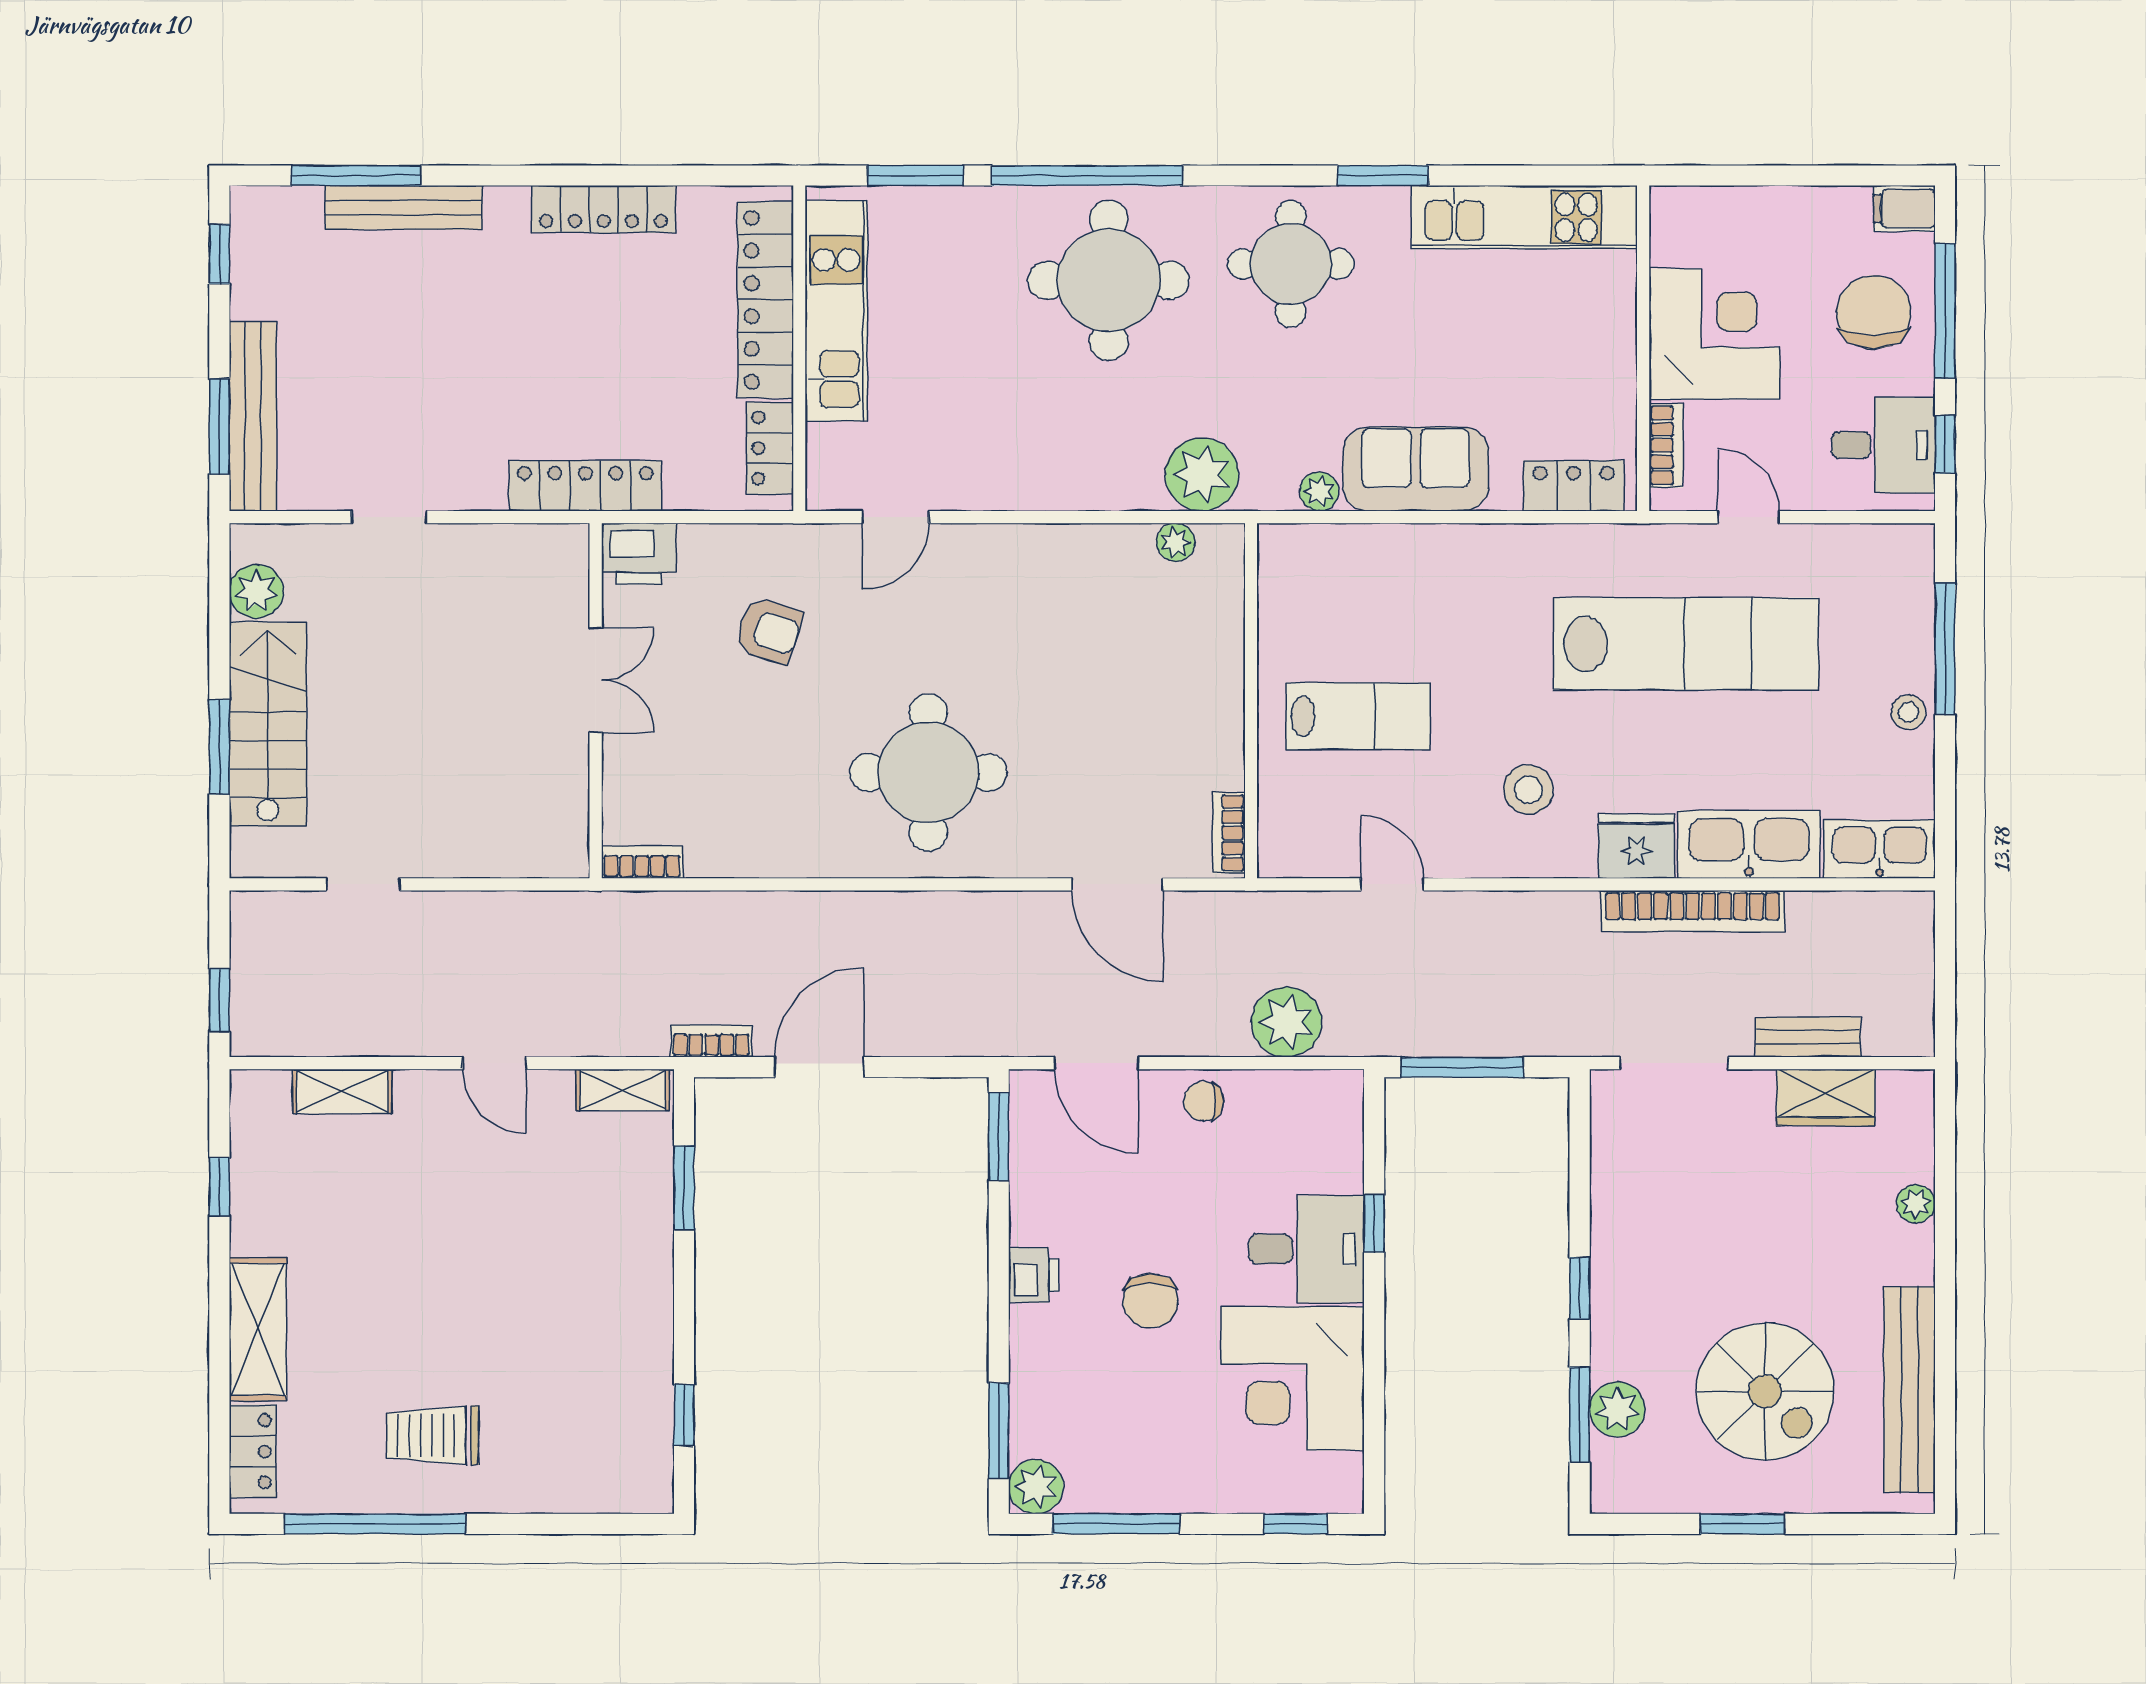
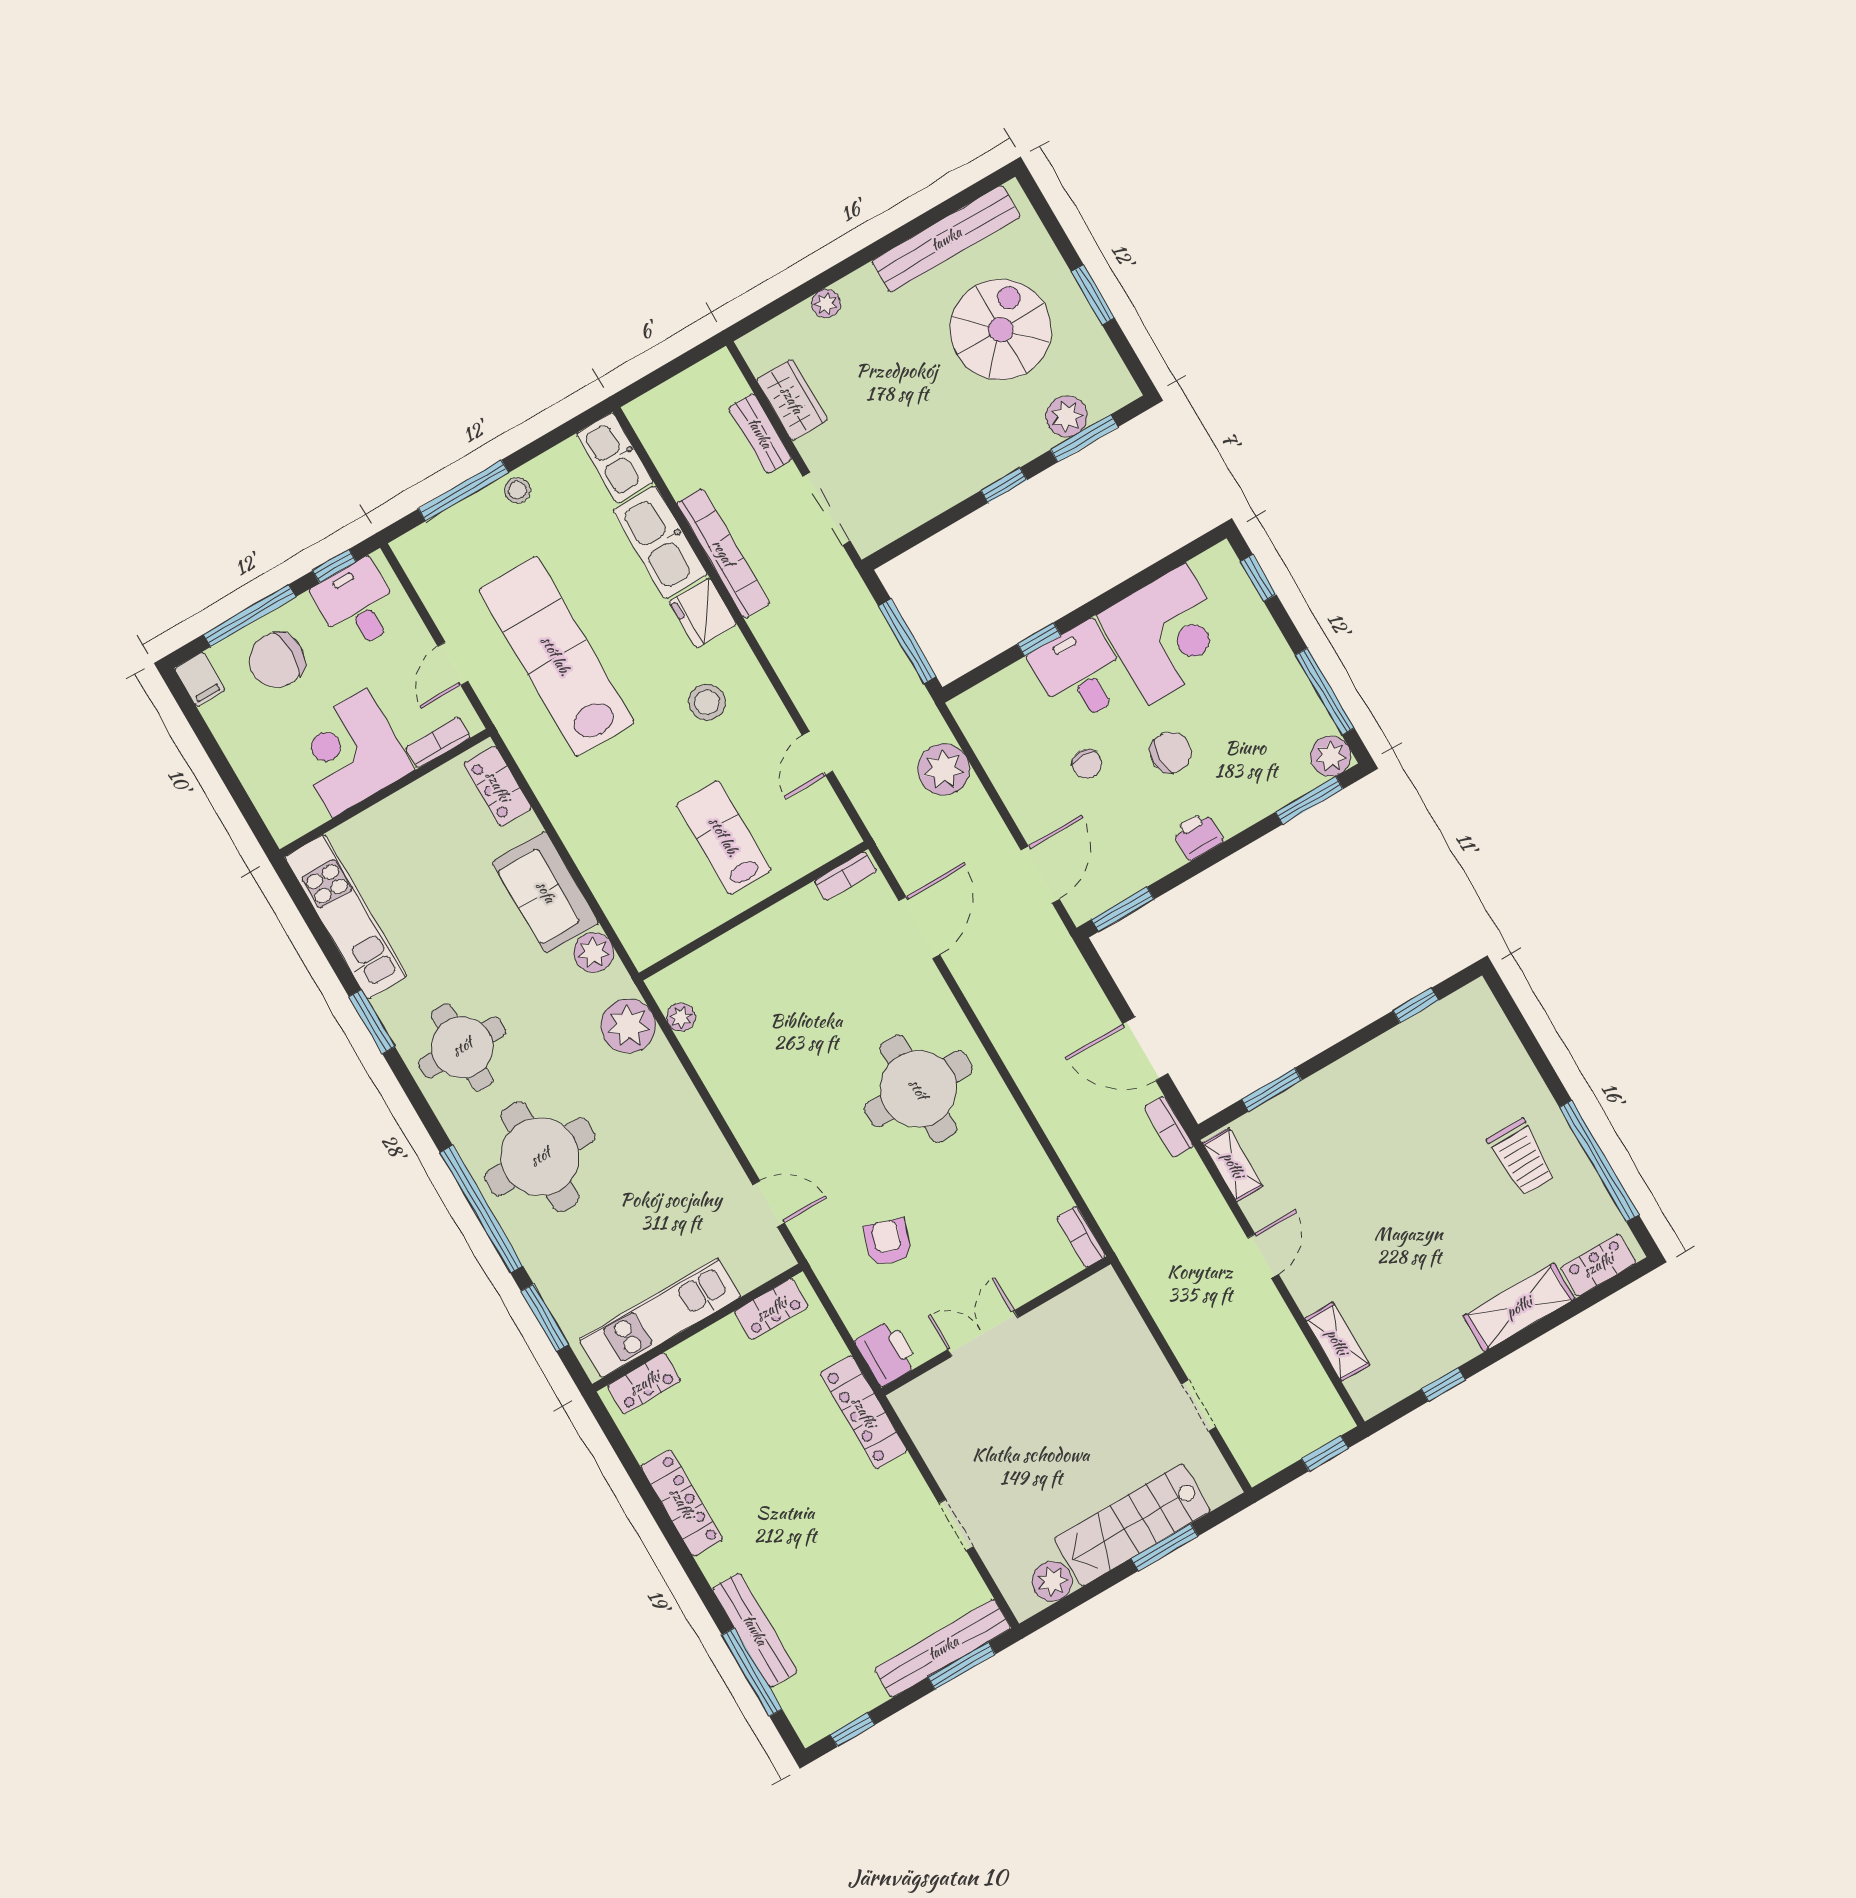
locker: (765, 300) -> (644, 1383), width x0.46, depth x0.83
plant: (1319, 491) -> (594, 952), width x1.38, depth x1.38
chair: (1204, 1101) -> (1087, 764), moved

